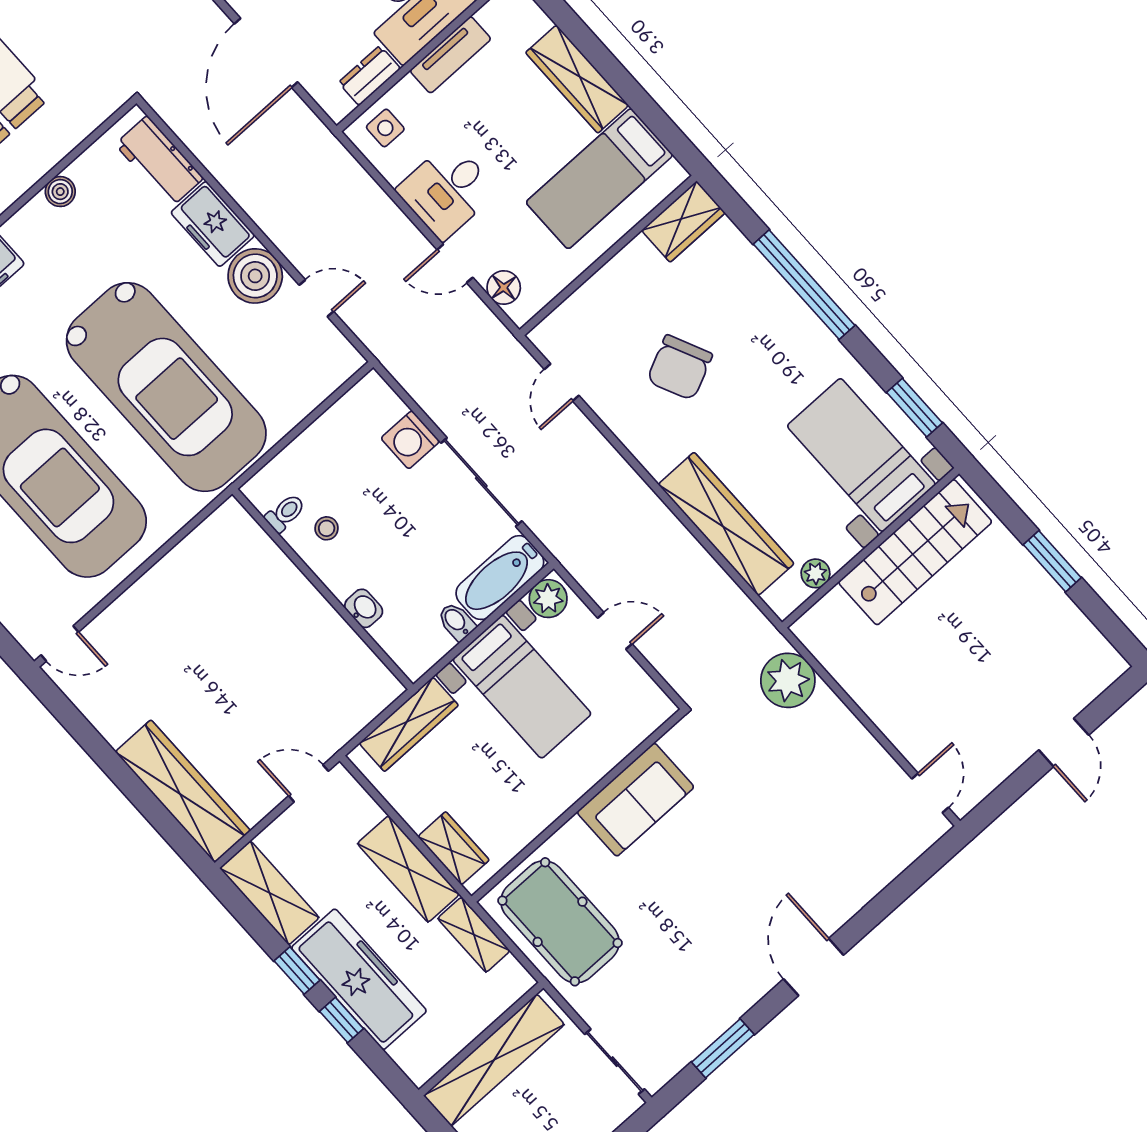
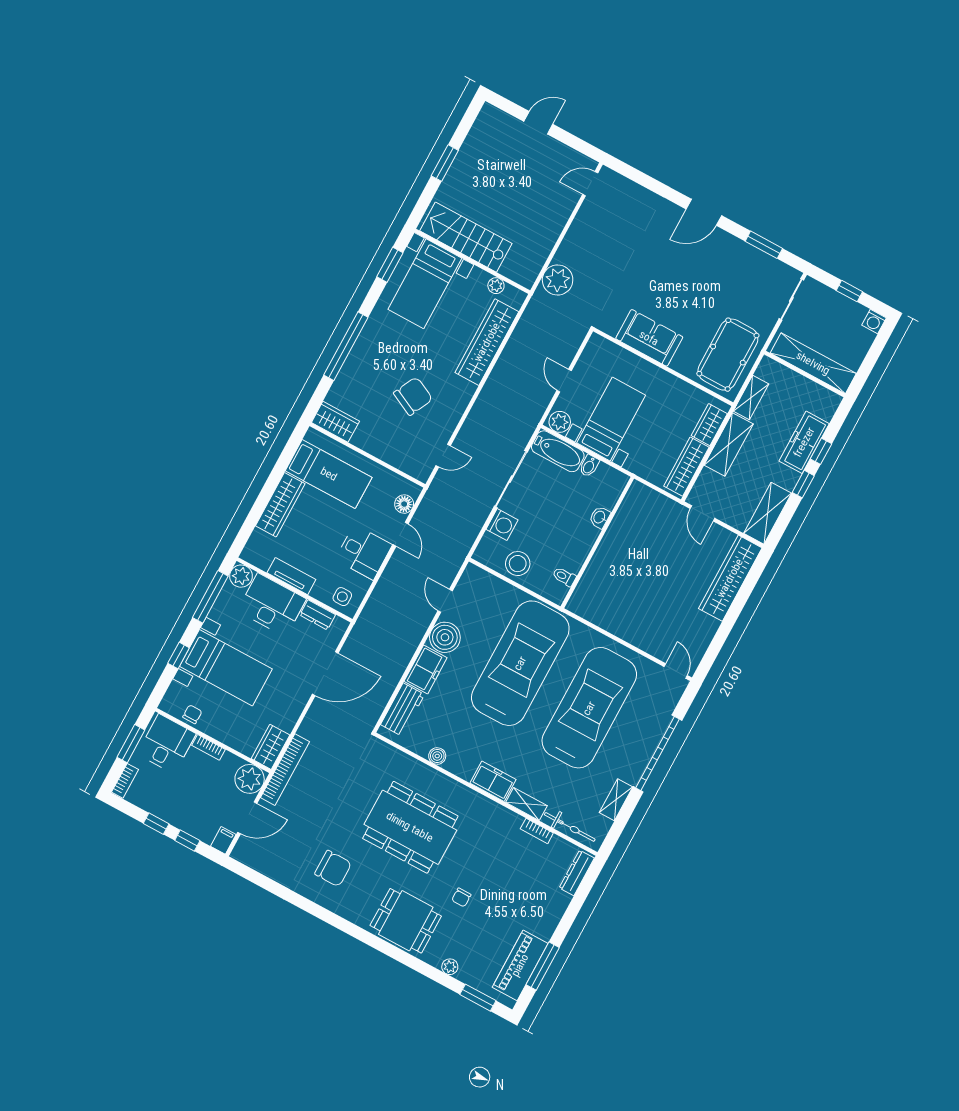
chair: (680, 368) -> (413, 396), turned -39
stool: (327, 528) -> (518, 564), moved, width x1.89, depth x1.89
wardrobe: (409, 724) -> (686, 467), moved, turned -90
freezer: (359, 979) -> (804, 442), width x0.73, depth x0.79

